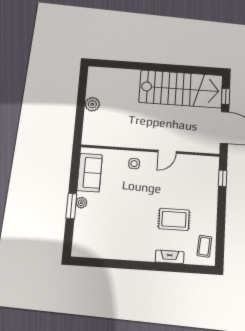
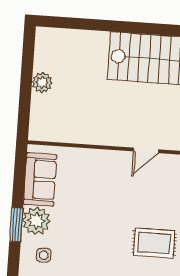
side table: (134, 164) -> (44, 255), moved
plant: (81, 203) -> (36, 221), width x1.88, depth x1.88

